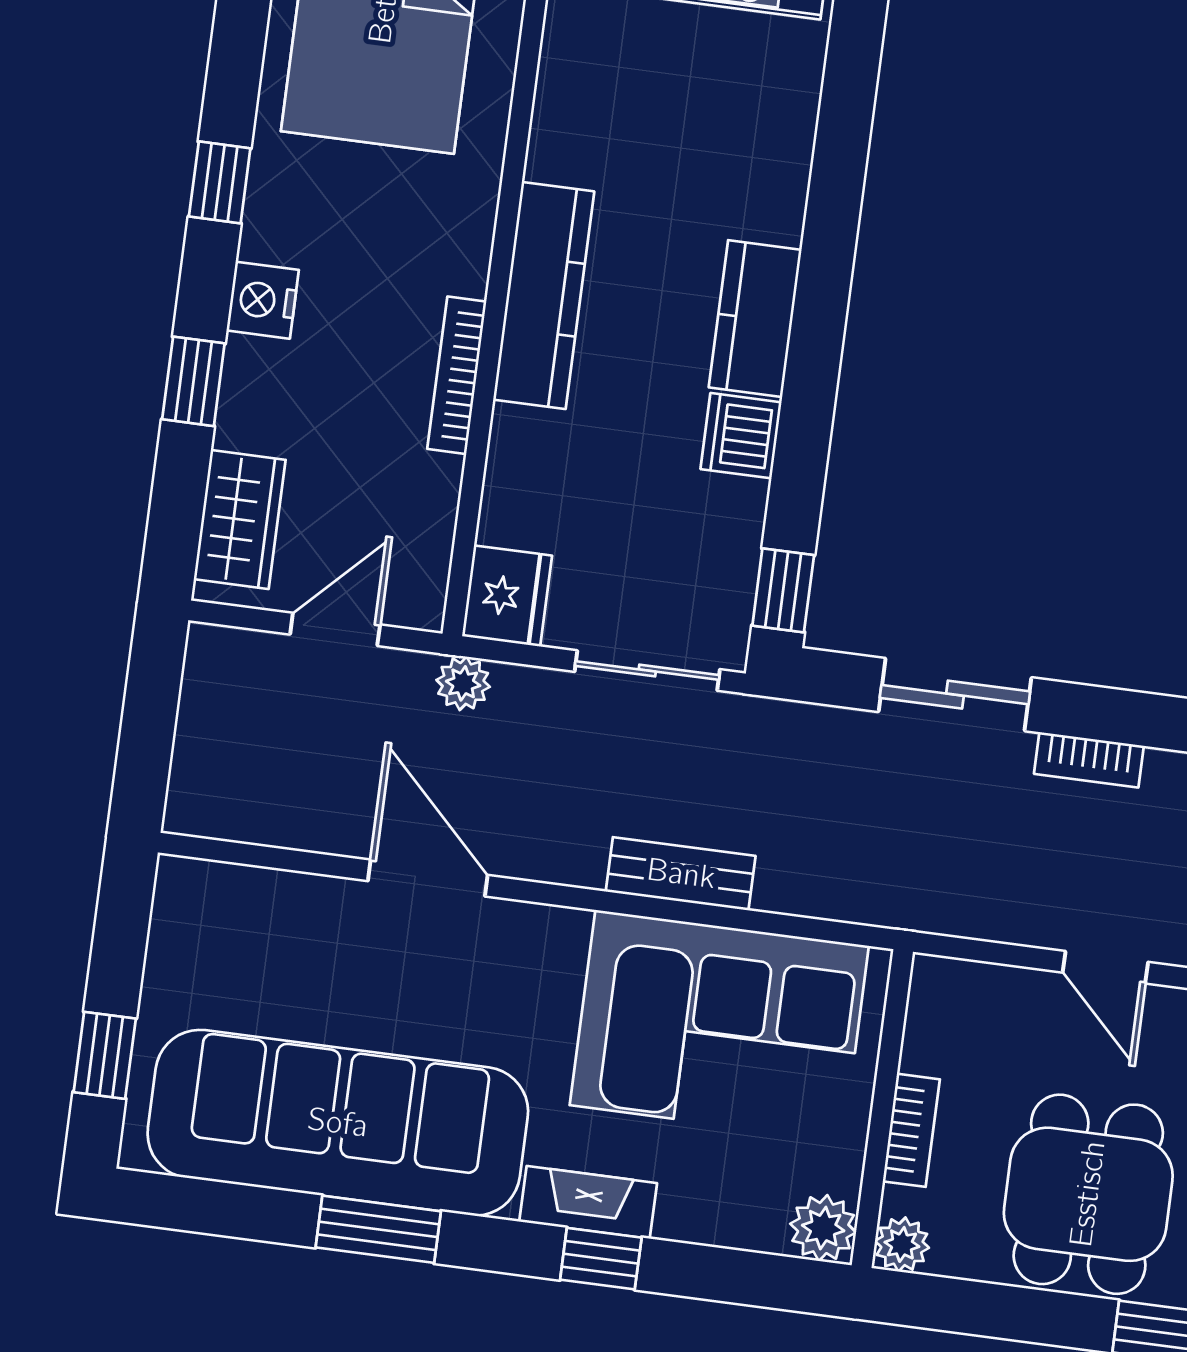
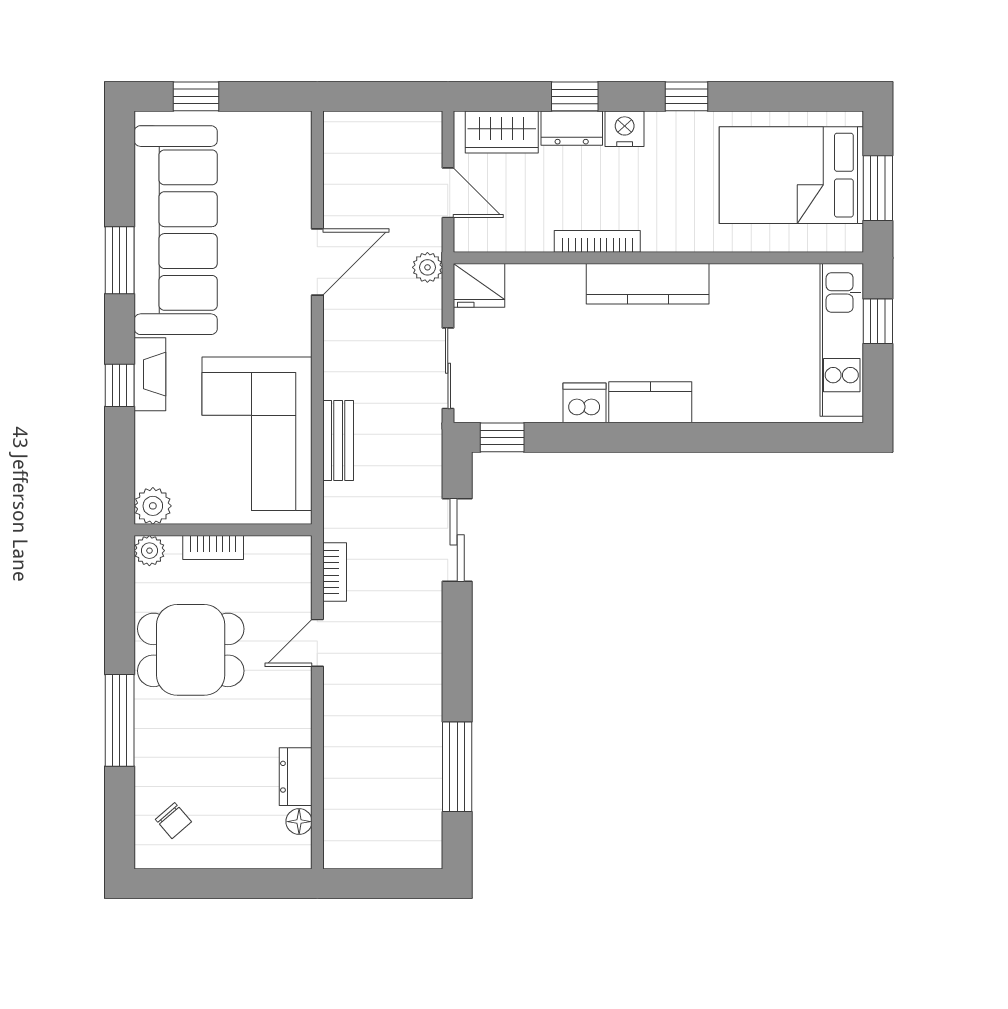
dresser: (249, 394) -> (572, 128), added
bookcase: (1089, 760) -> (335, 572), moved, turned 180
bench: (681, 874) -> (338, 440), moved

